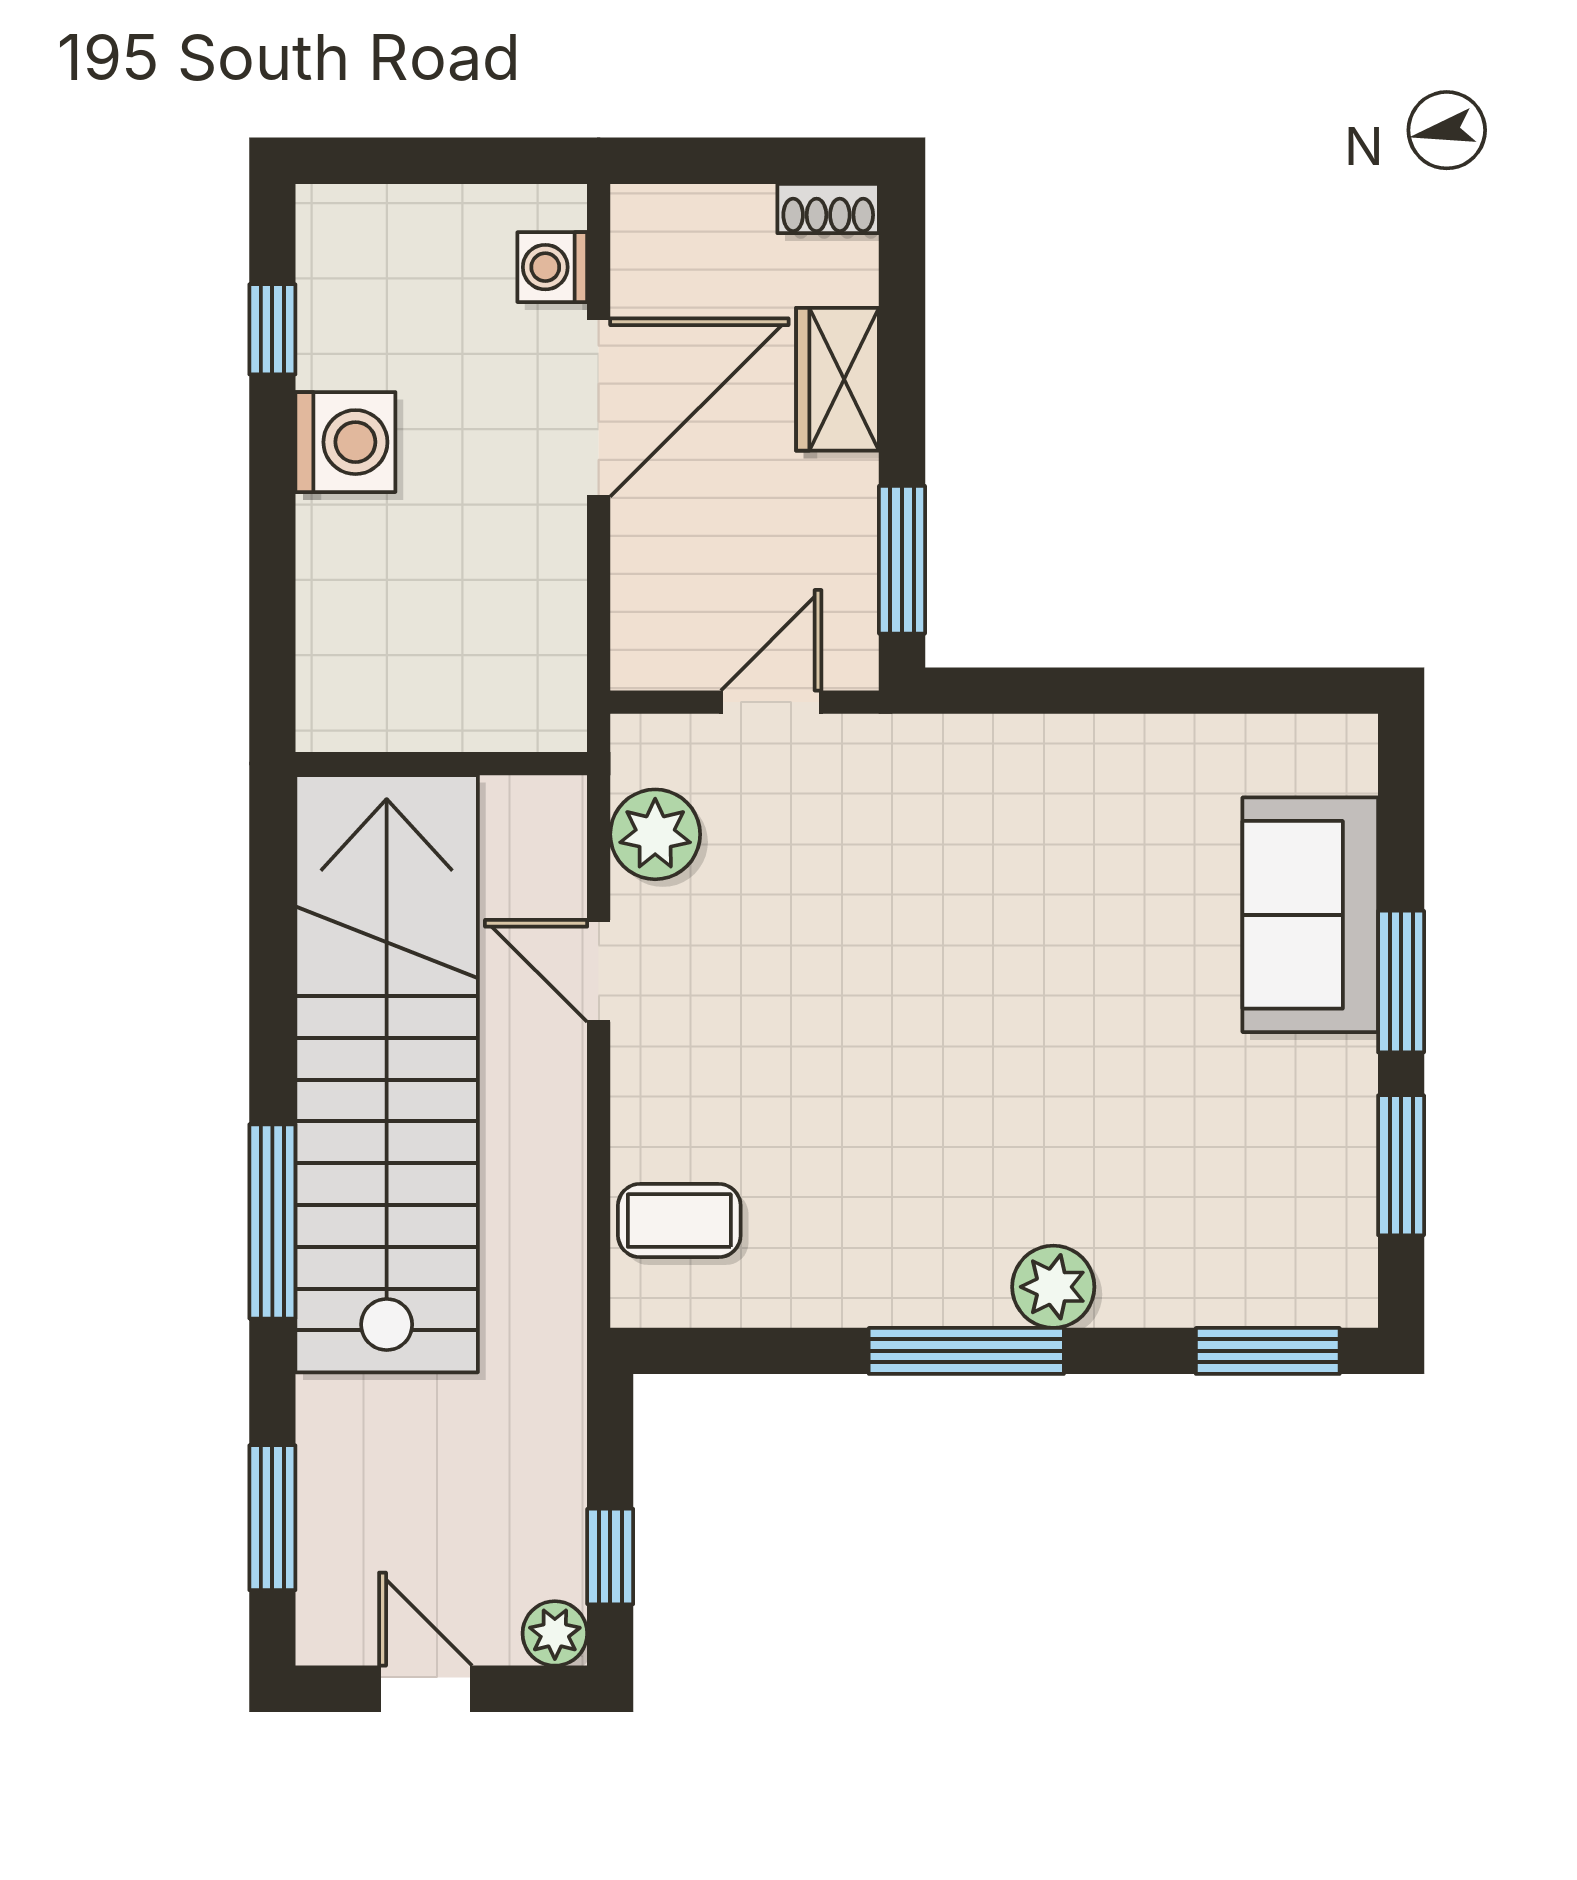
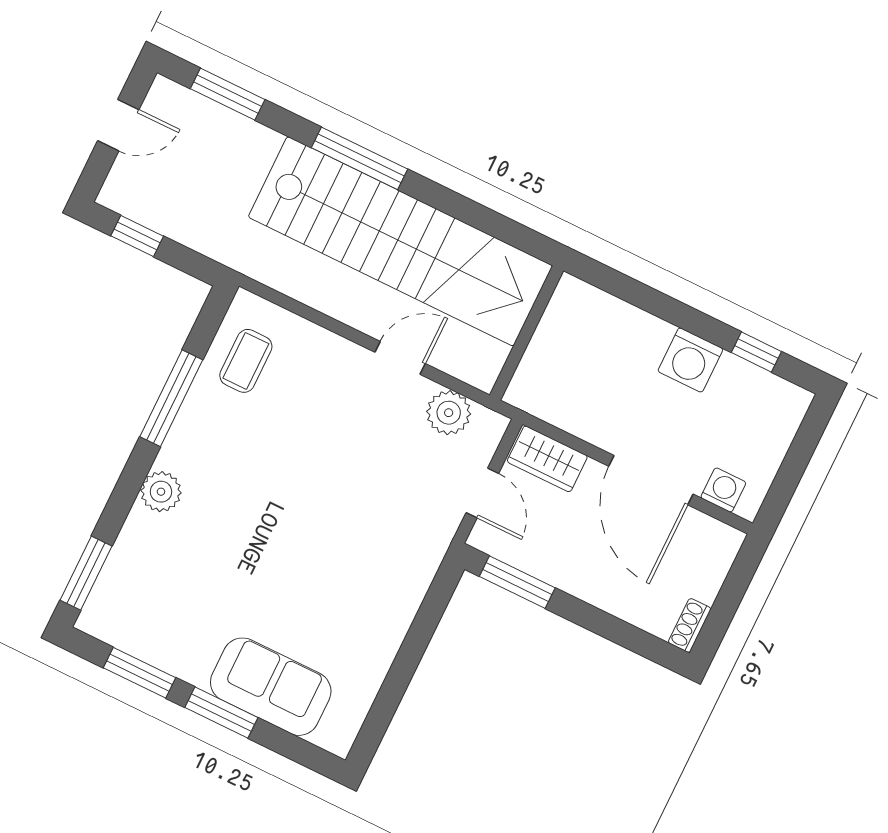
wardrobe: (838, 379) -> (547, 459), moved, turned 180
coffee table: (679, 1221) -> (246, 361), moved
window: (966, 1351) -> (171, 398), moved
plant: (555, 1633) -> (115, 195), removed

